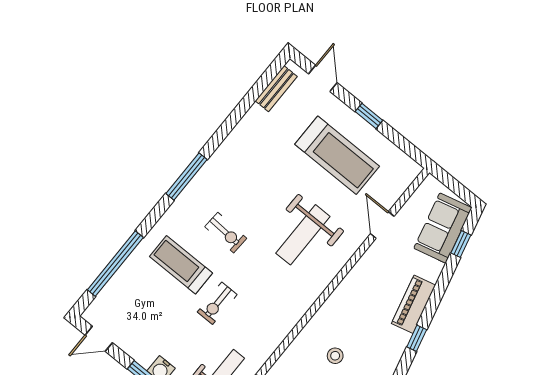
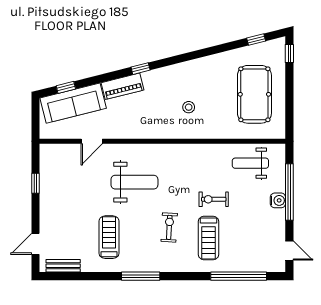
window: (369, 116) -> (35, 183), moved
treadmill: (337, 155) -> (109, 237), moved, width x0.73, depth x0.73
window: (186, 176) -> (141, 276), moved
sofa: (443, 228) -> (73, 103), width x1.36
exercise bike: (217, 303) -> (214, 199), turned 180

